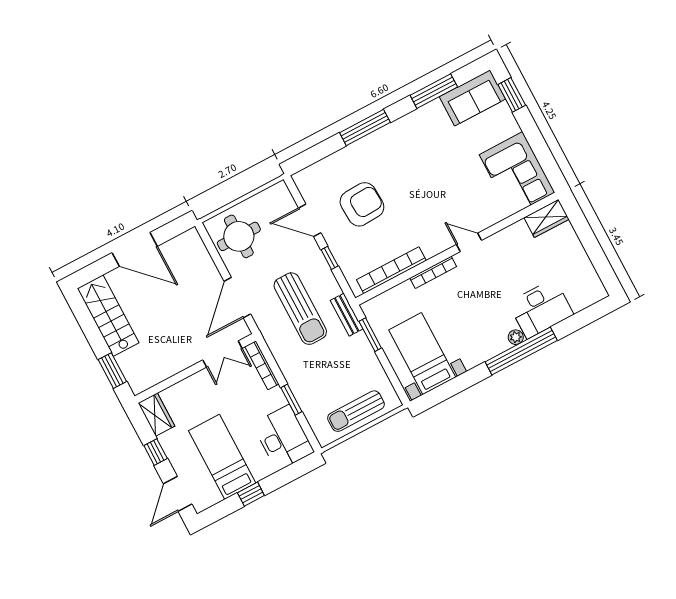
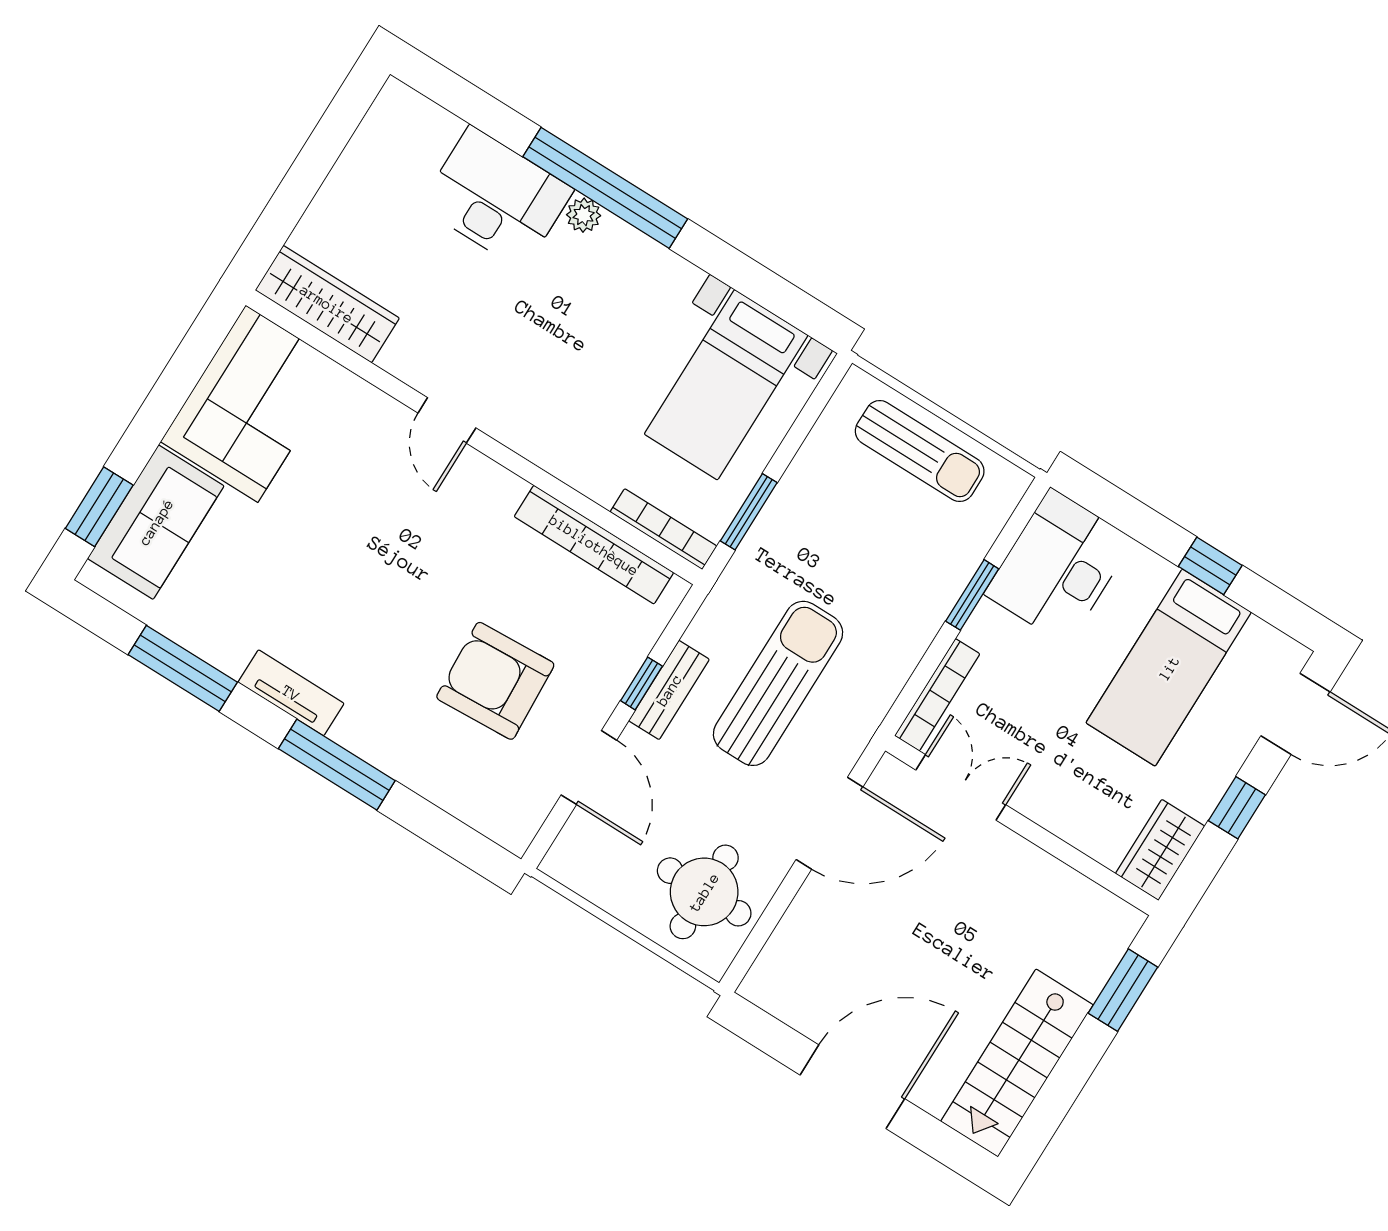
sofa: (472, 98) -> (156, 522), moved, turned 90
tv unit: (401, 126) -> (291, 693), added
wardrobe: (547, 218) -> (327, 304), width x1.50
door: (135, 249) -> (852, 1087), hinge flipped
bookcase: (433, 272) -> (663, 529), moved
bench: (347, 315) -> (669, 690), moved

